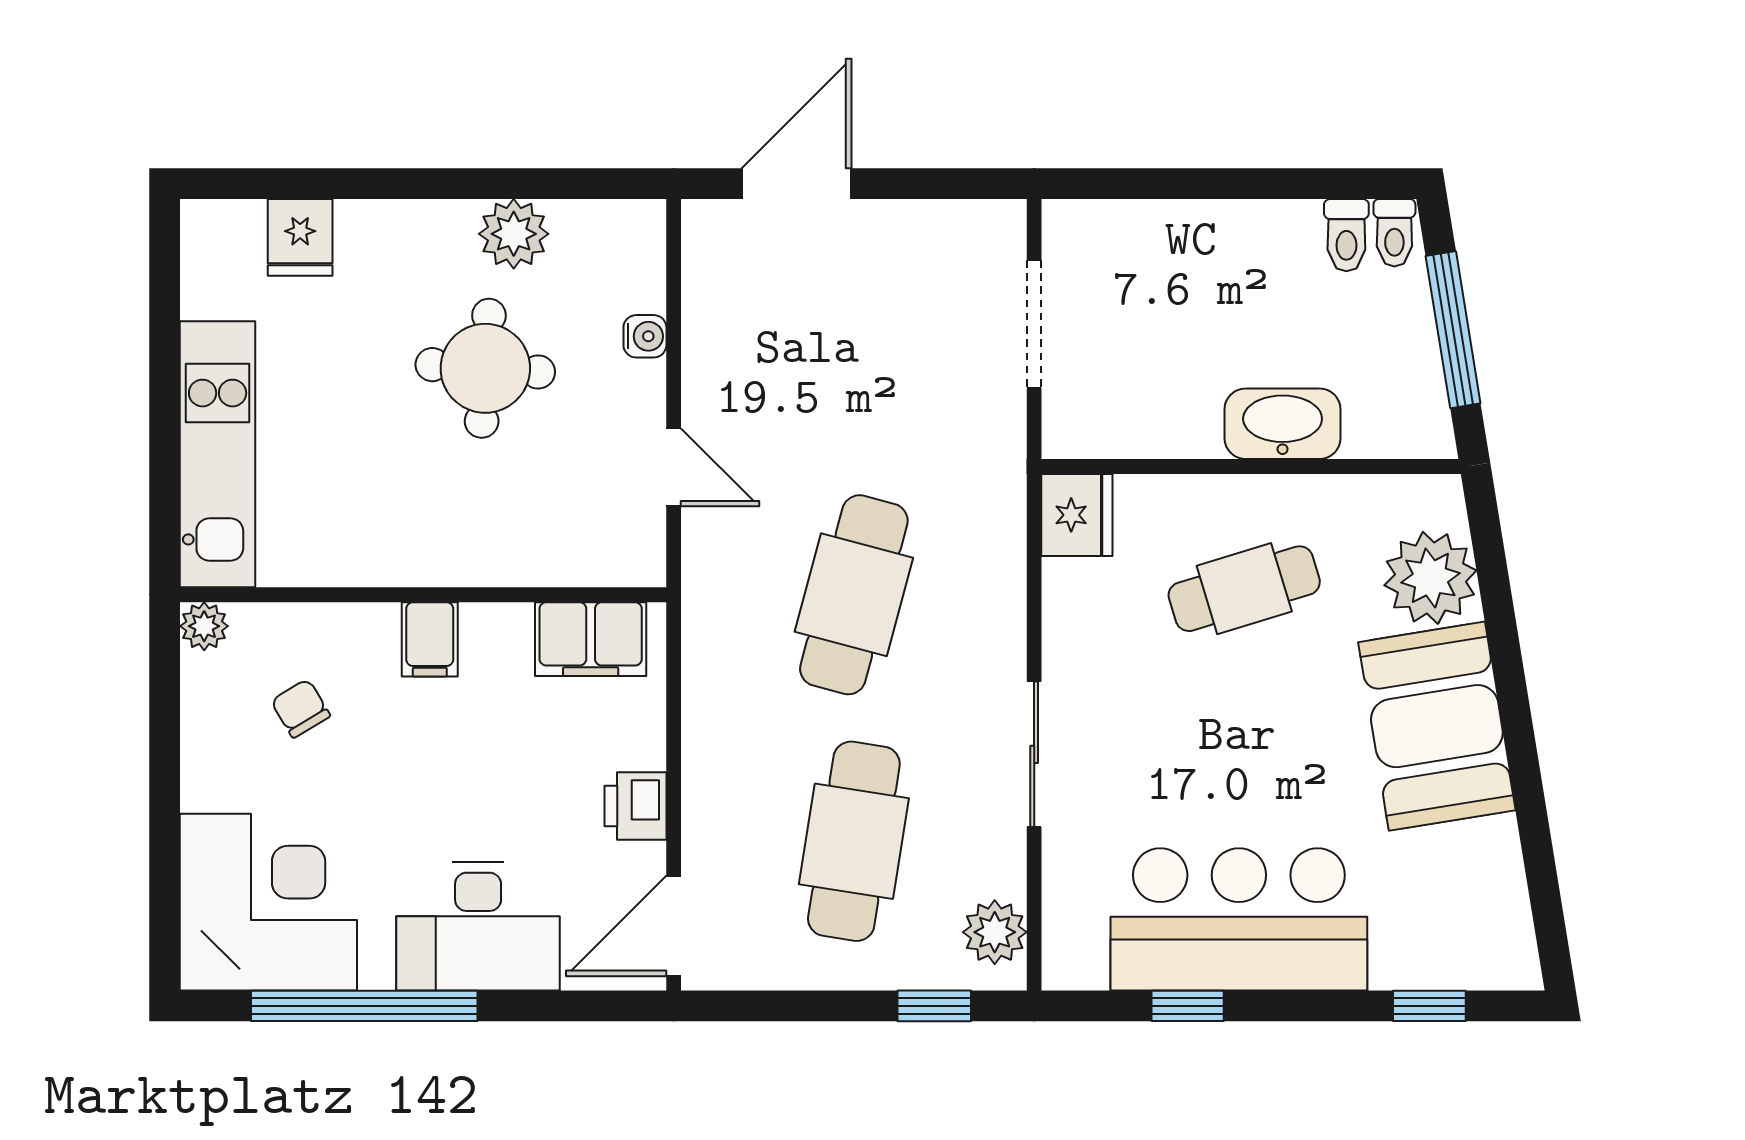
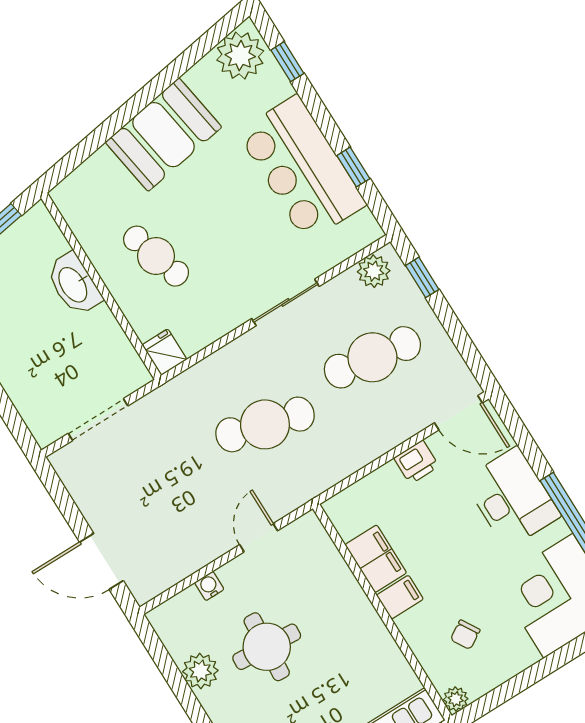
fridge: (1077, 515) -> (165, 352), width x0.72
plant: (1430, 578) -> (240, 56), moved
filing cabinet: (591, 639) -> (376, 559), moved

